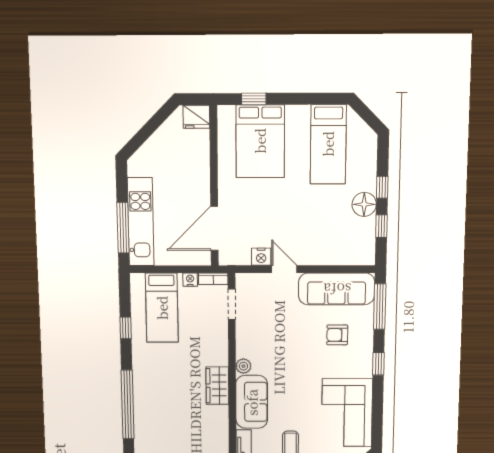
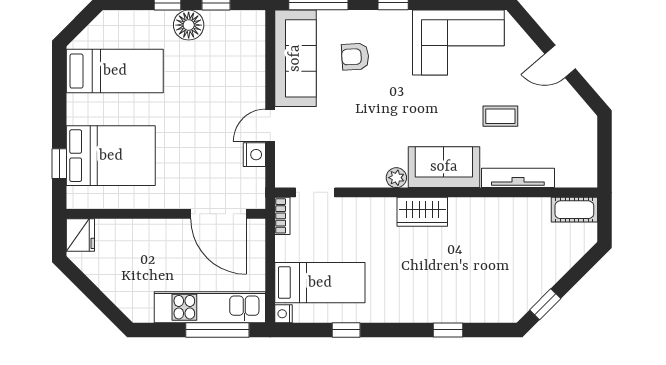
nightstand: (190, 280) -> (284, 314), moved
armchair: (337, 335) -> (355, 57), turned 87
window: (128, 405) -> (448, 330), width x0.32

